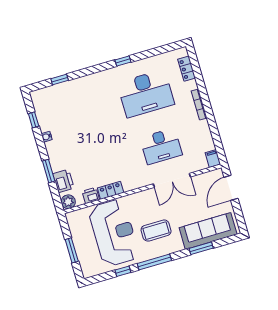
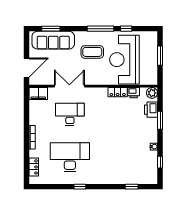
filing cabinet: (213, 159) -> (38, 94), width x2.00
window: (201, 248) -> (51, 29), moved

